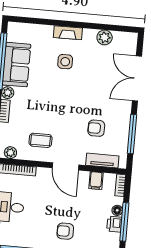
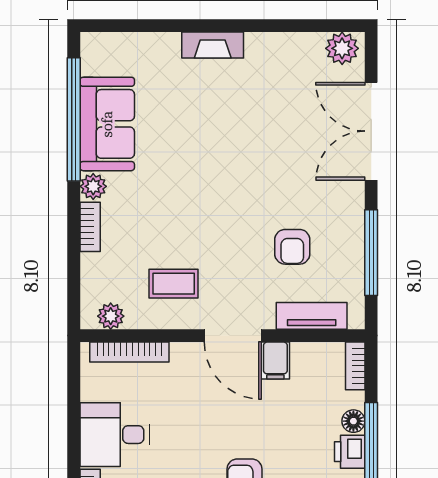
plant: (105, 37) -> (342, 48), moved
side table: (65, 62) -> (212, 108), removed
armchair: (96, 128) -> (292, 247), turned -90
filing cabinet: (96, 181) -> (275, 361), moved

